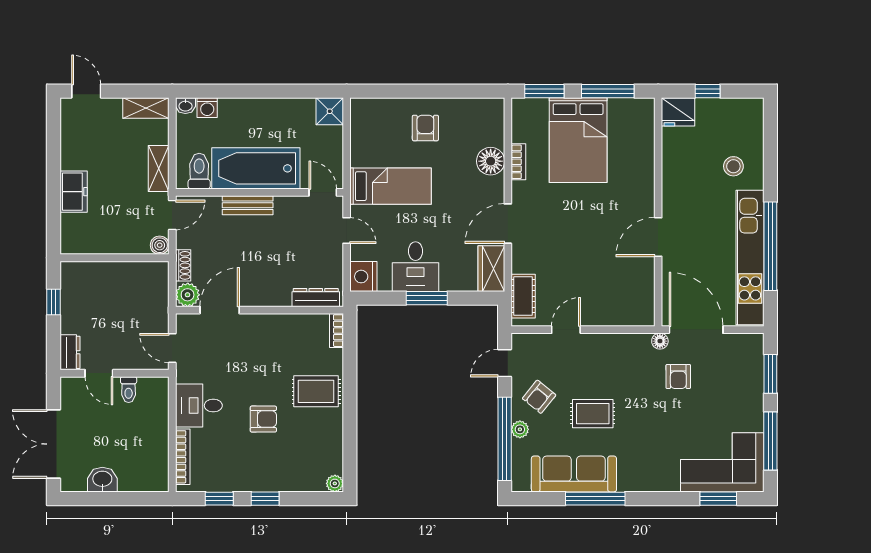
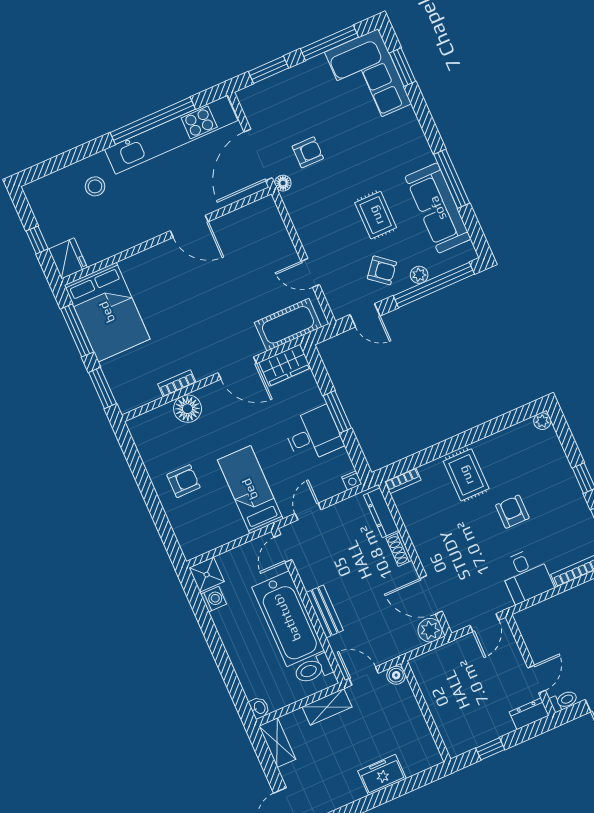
washing machine: (207, 108) -> (213, 599), moved
armchair: (425, 128) -> (184, 481), turned 180
bed: (578, 140) -> (107, 312), moved, turned 90
shoe rack: (183, 265) -> (399, 549), moved, turned -90
nightstand: (363, 277) -> (352, 481), width x0.53, depth x0.56
cot: (523, 296) -> (288, 325), width x1.37, depth x1.34
toilet: (129, 390) -> (564, 701), moved

